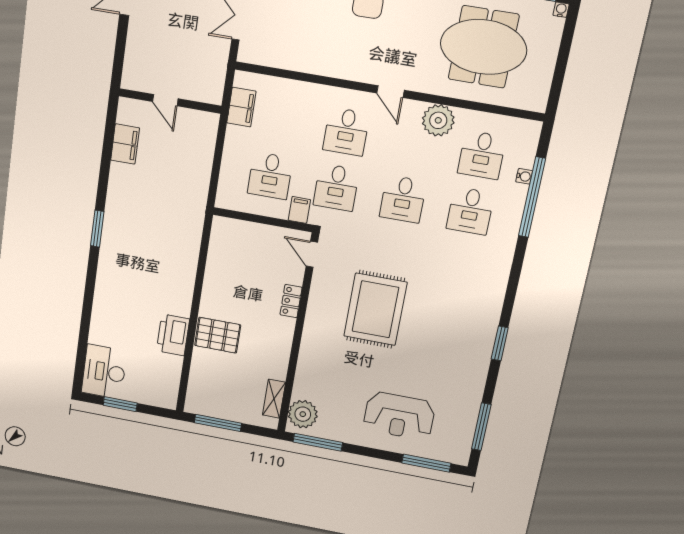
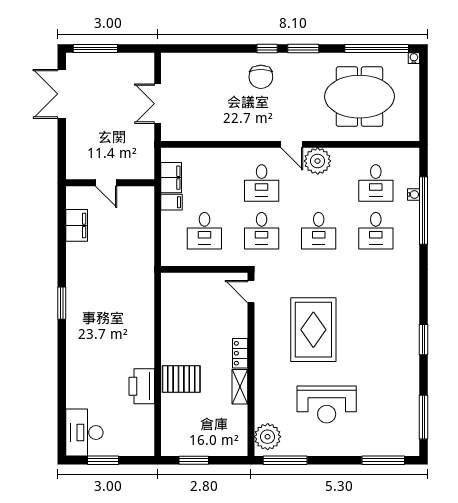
plant: (438, 120) -> (318, 161), moved
filing cabinet: (299, 210) -> (172, 202), moved, turned 90
locker: (291, 301) -> (240, 353), moved
shelving: (274, 399) -> (240, 387), moved
reception desk: (399, 416) -> (327, 404), moved
window: (218, 423) -> (194, 460), width x0.69

